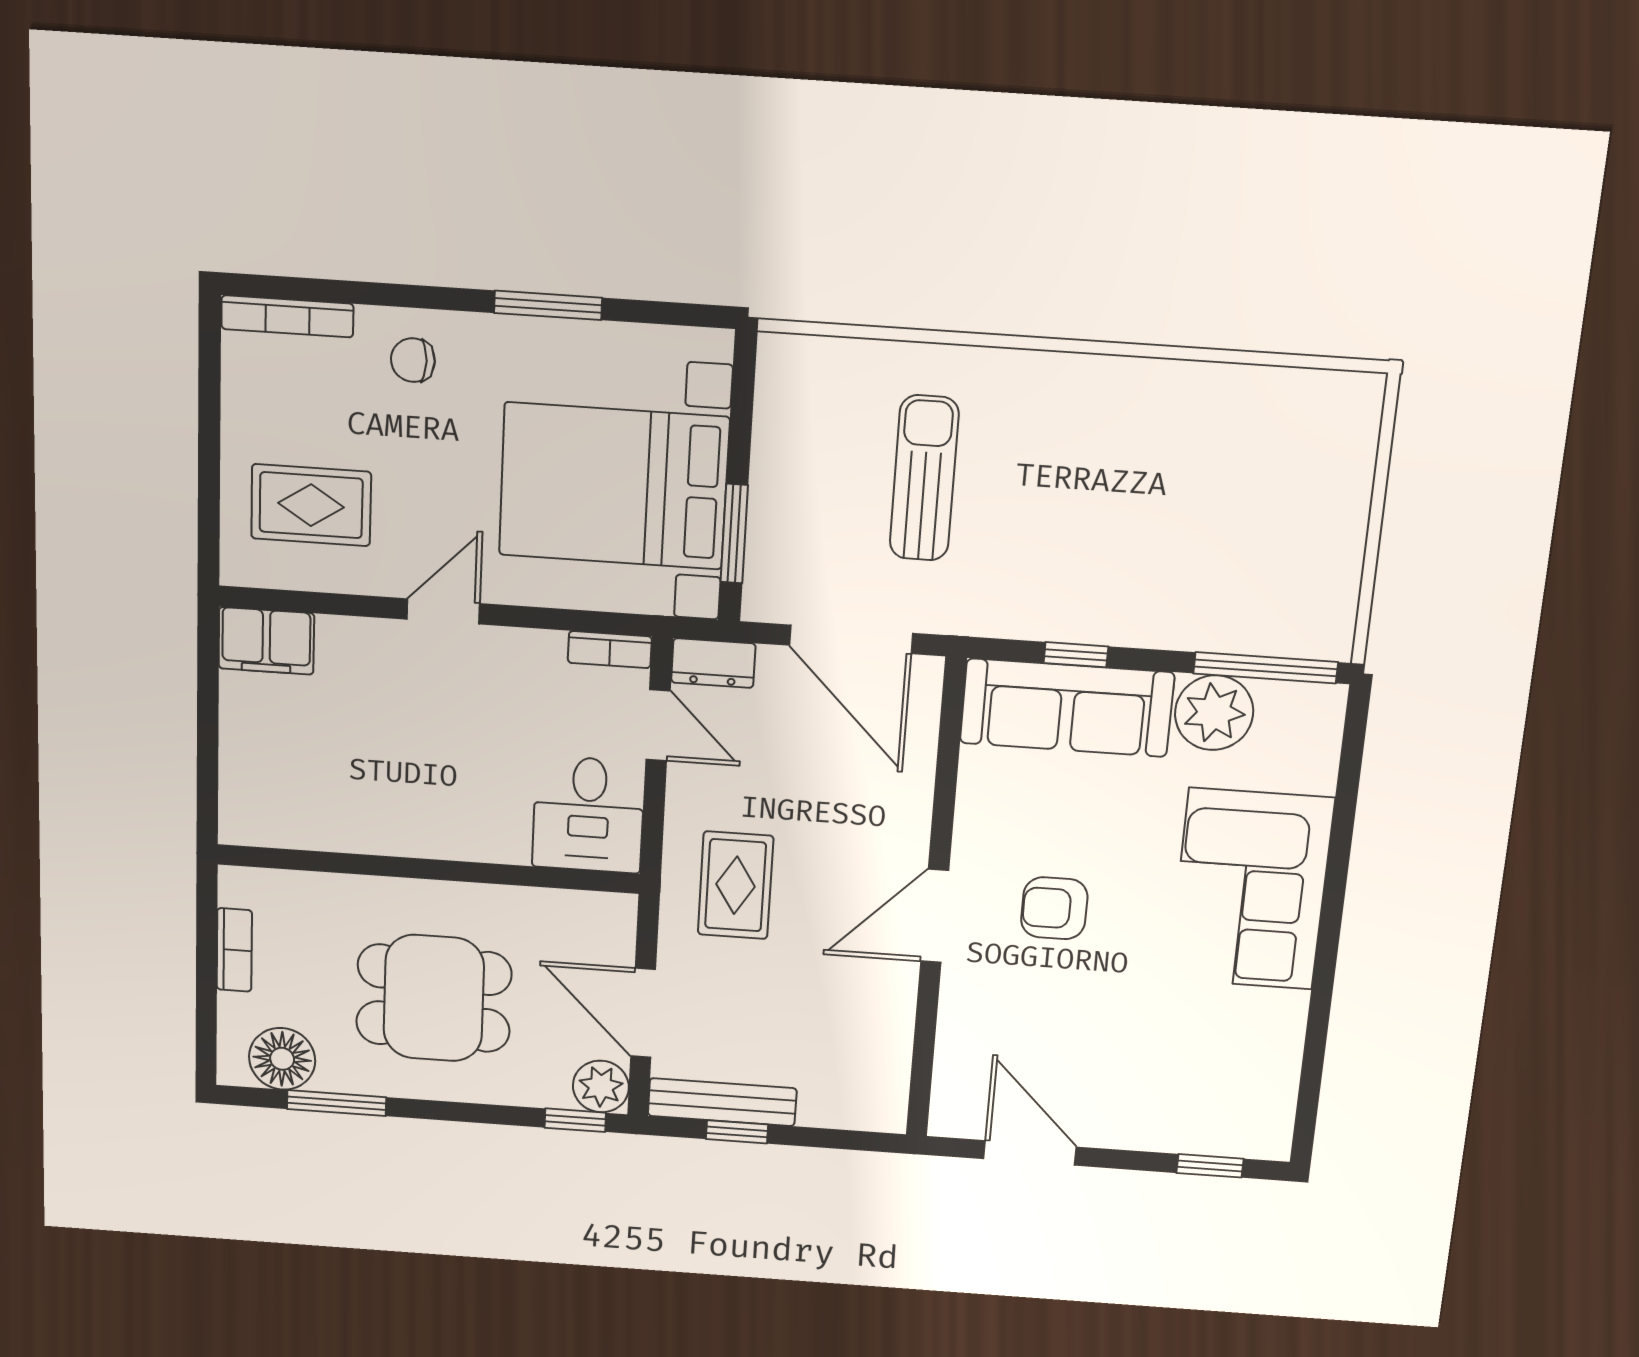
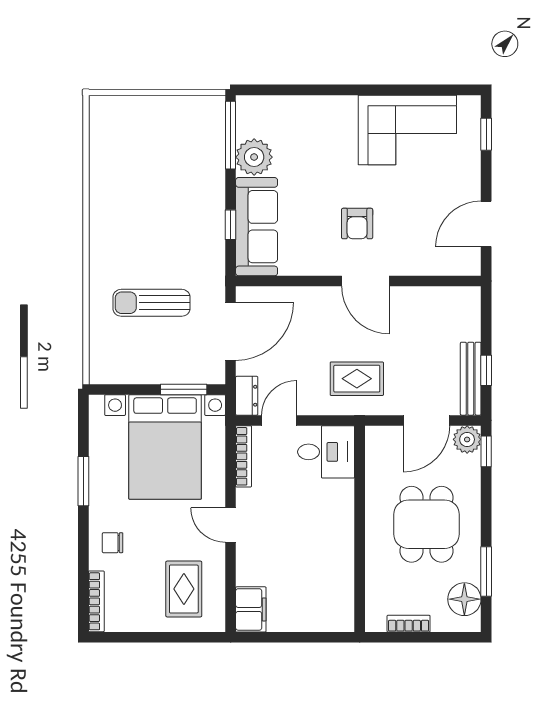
chair: (413, 360) -> (113, 543), turned 90
bookcase: (610, 650) -> (244, 456), width x1.56
corner sofa: (1251, 889) -> (407, 130), moved

